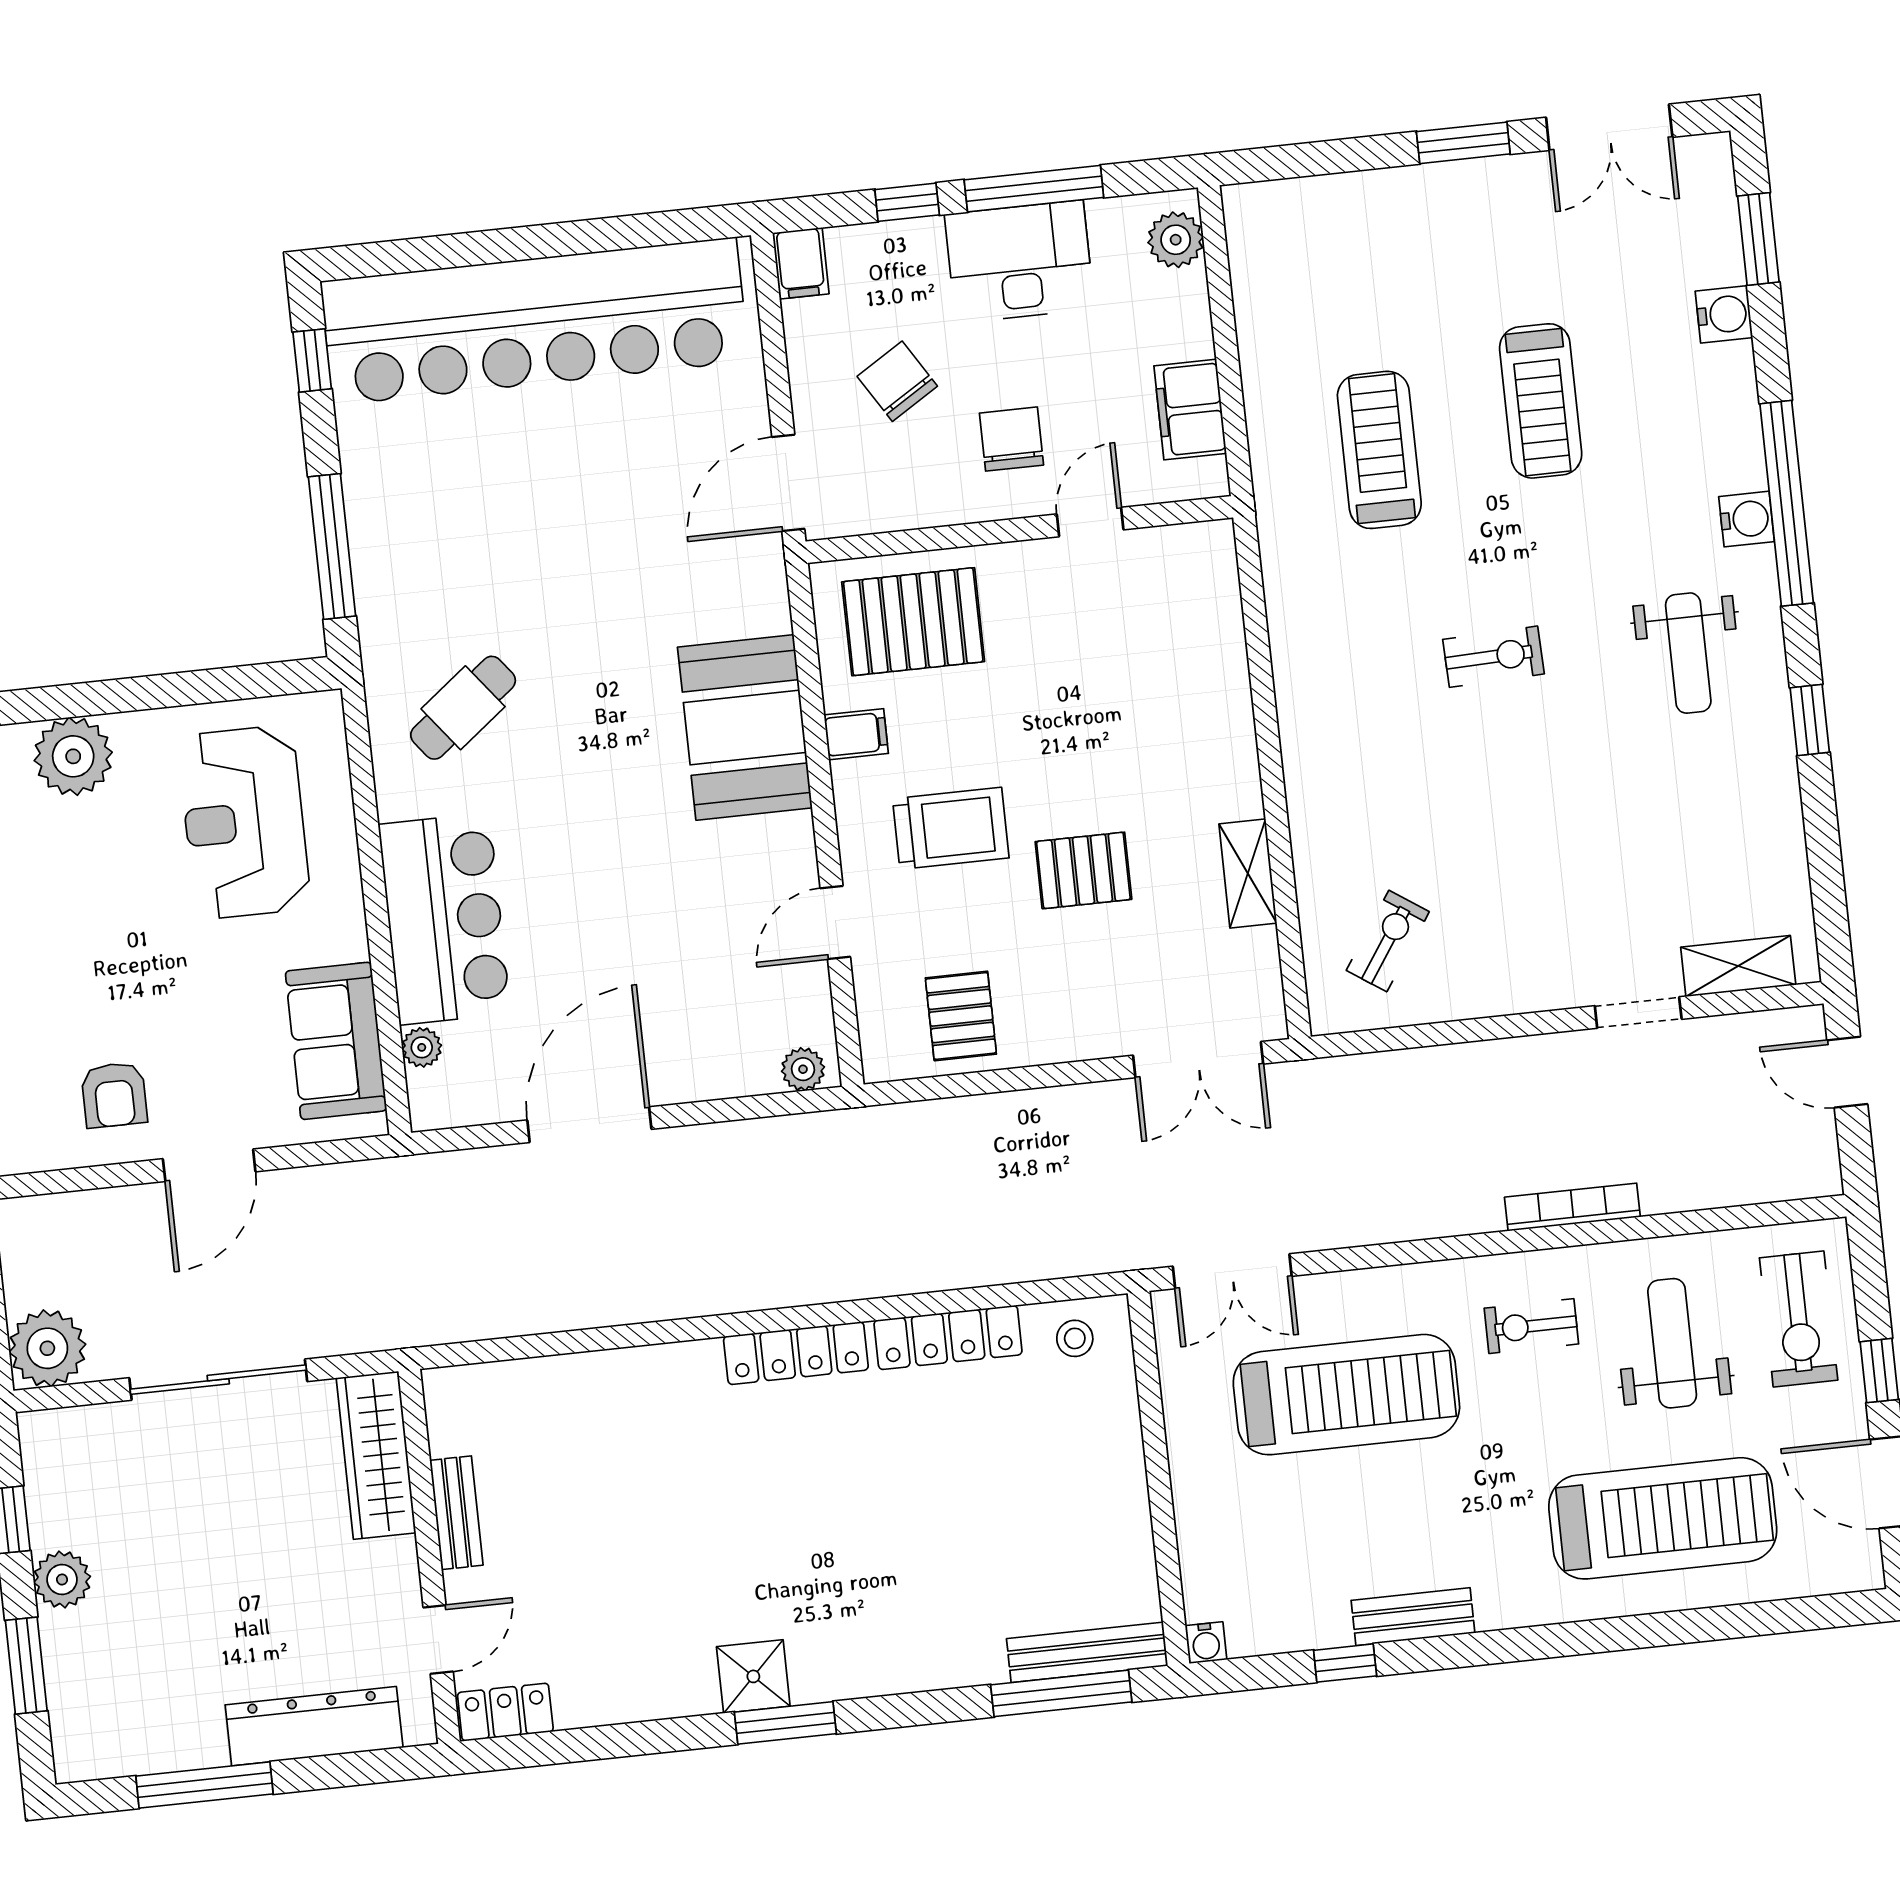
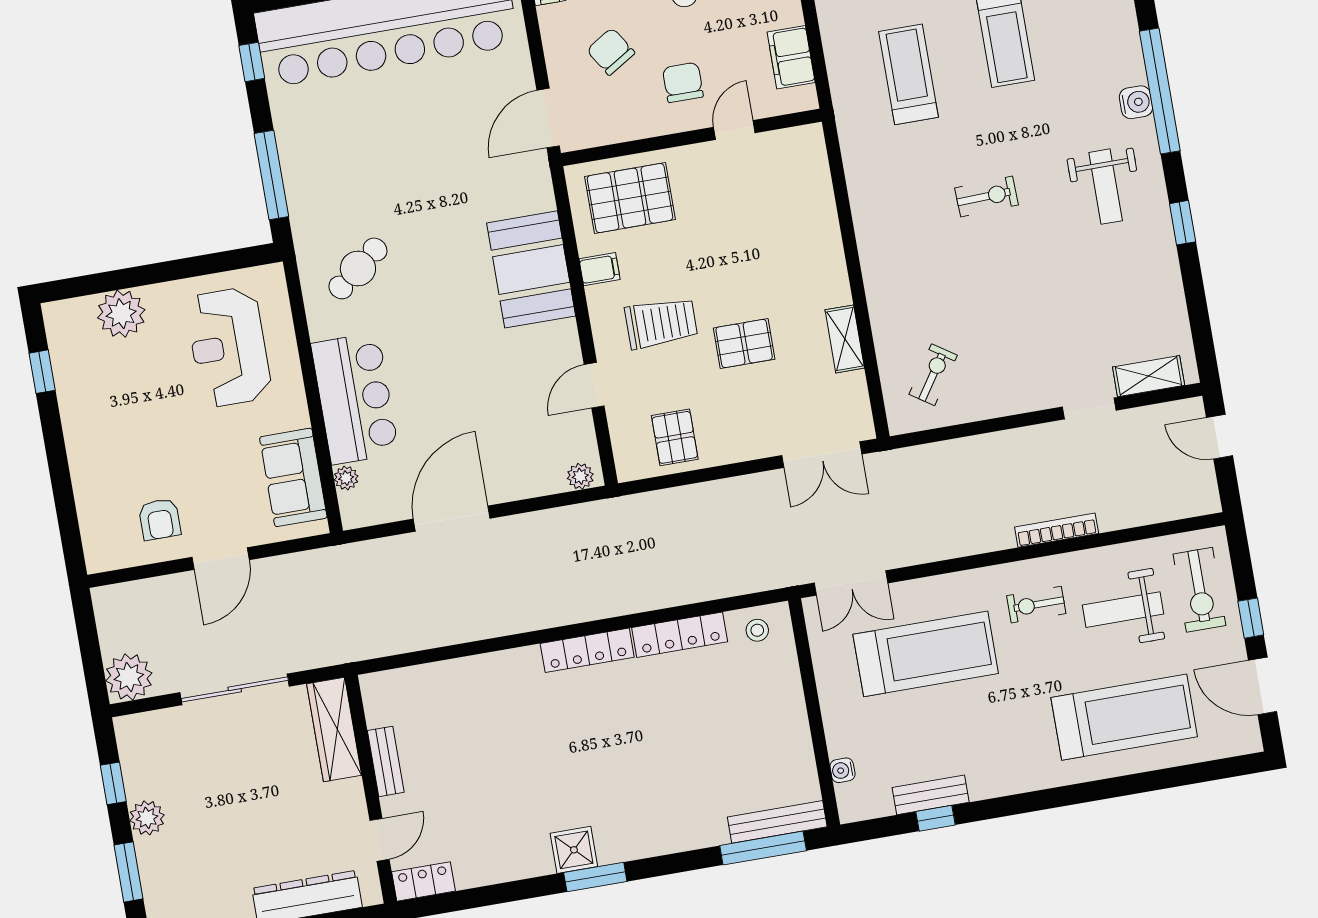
weight bench: (1672, 1343) -> (1123, 610), turned -90
bench: (1413, 1617) -> (931, 795), moved
water cooler: (1206, 1643) -> (842, 770), moved, turned 90

